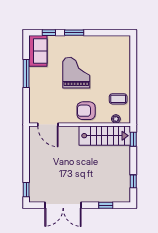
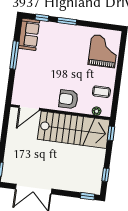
grand piano: (76, 73) -> (103, 51), moved
door: (48, 125) -> (29, 108), hinge flipped
stairs: (105, 136) -> (74, 130), width x1.36, depth x1.51
window: (106, 205) -> (88, 196), moved

